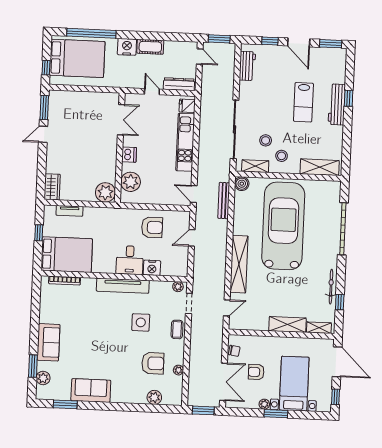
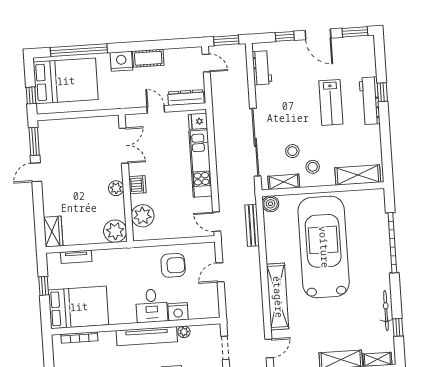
plant: (110, 156) -> (116, 188), added
plant: (178, 287) -> (184, 332), moved

